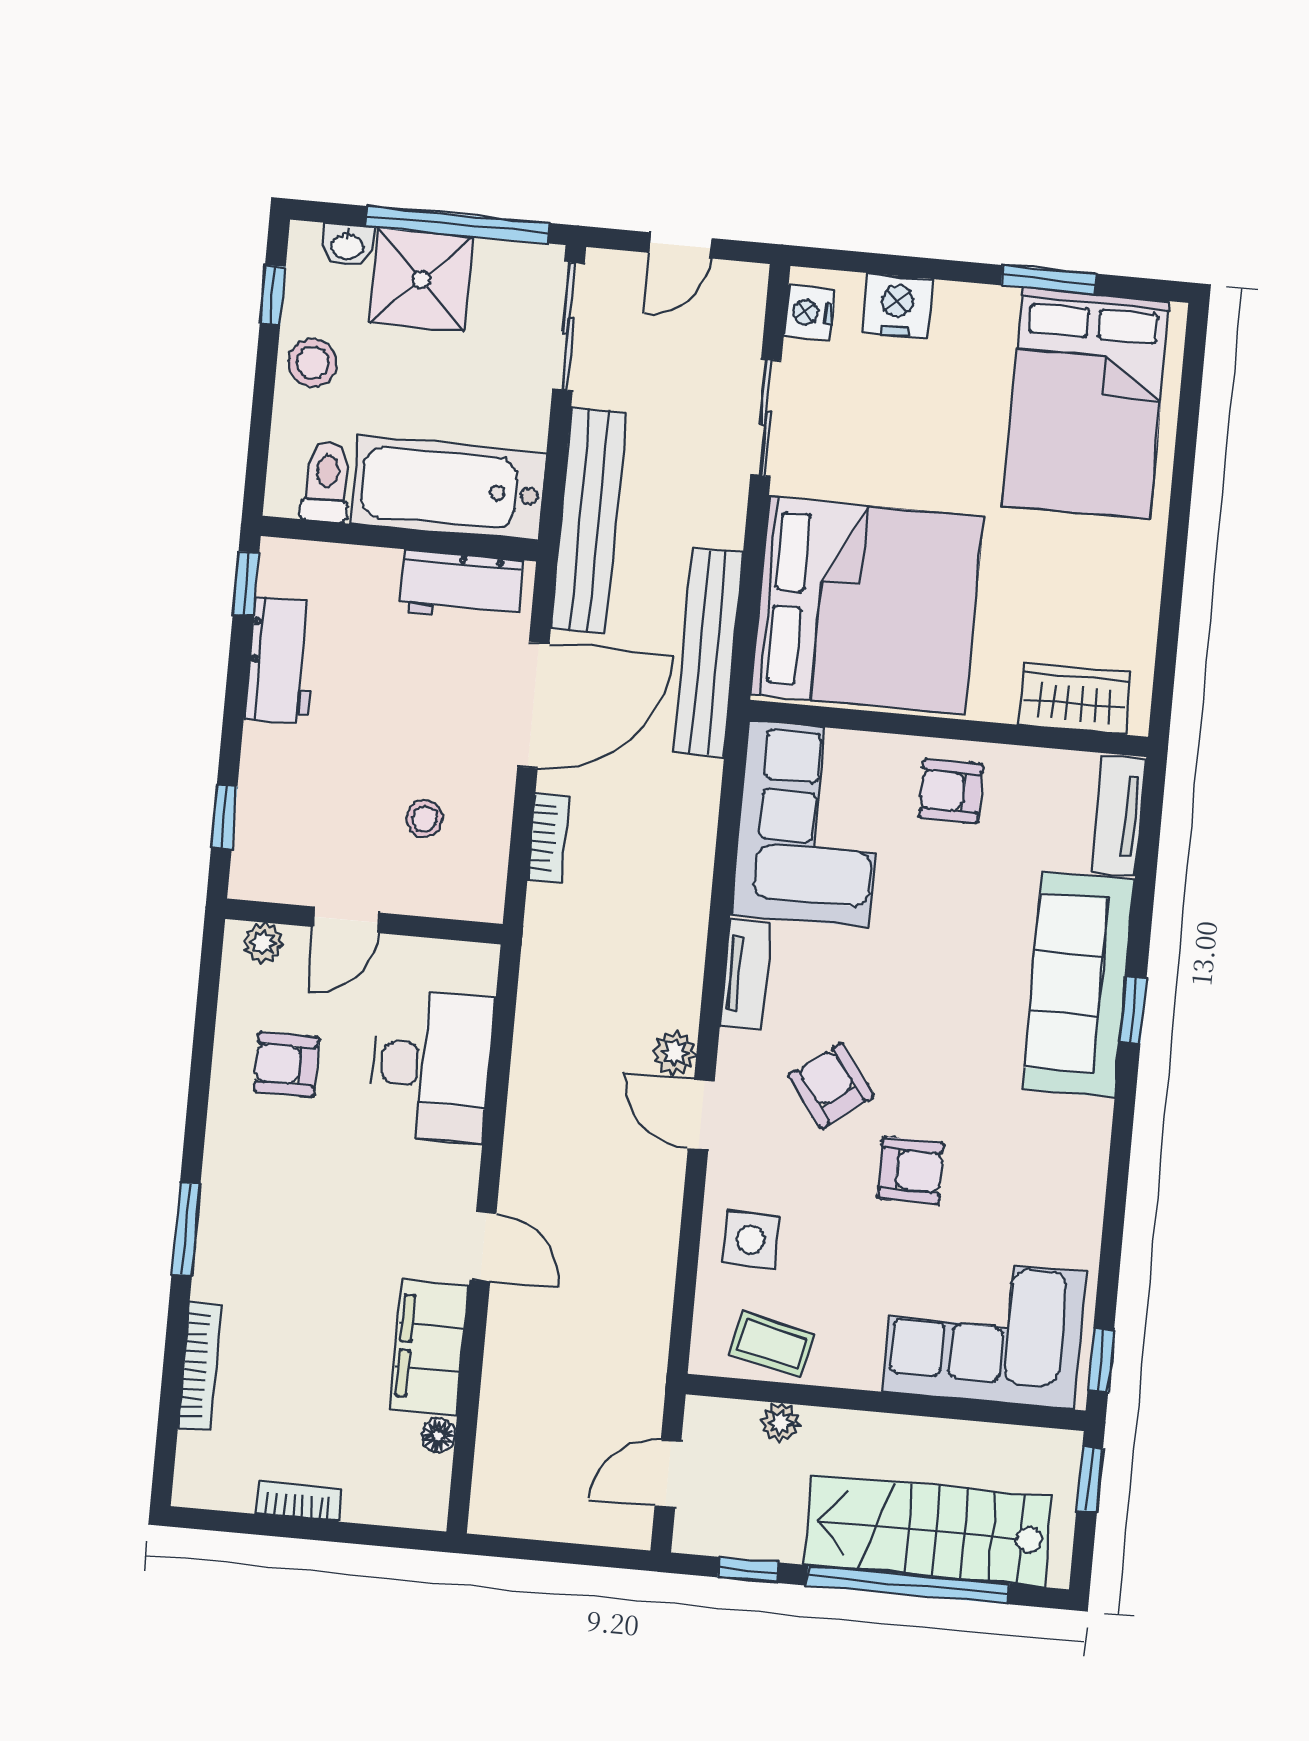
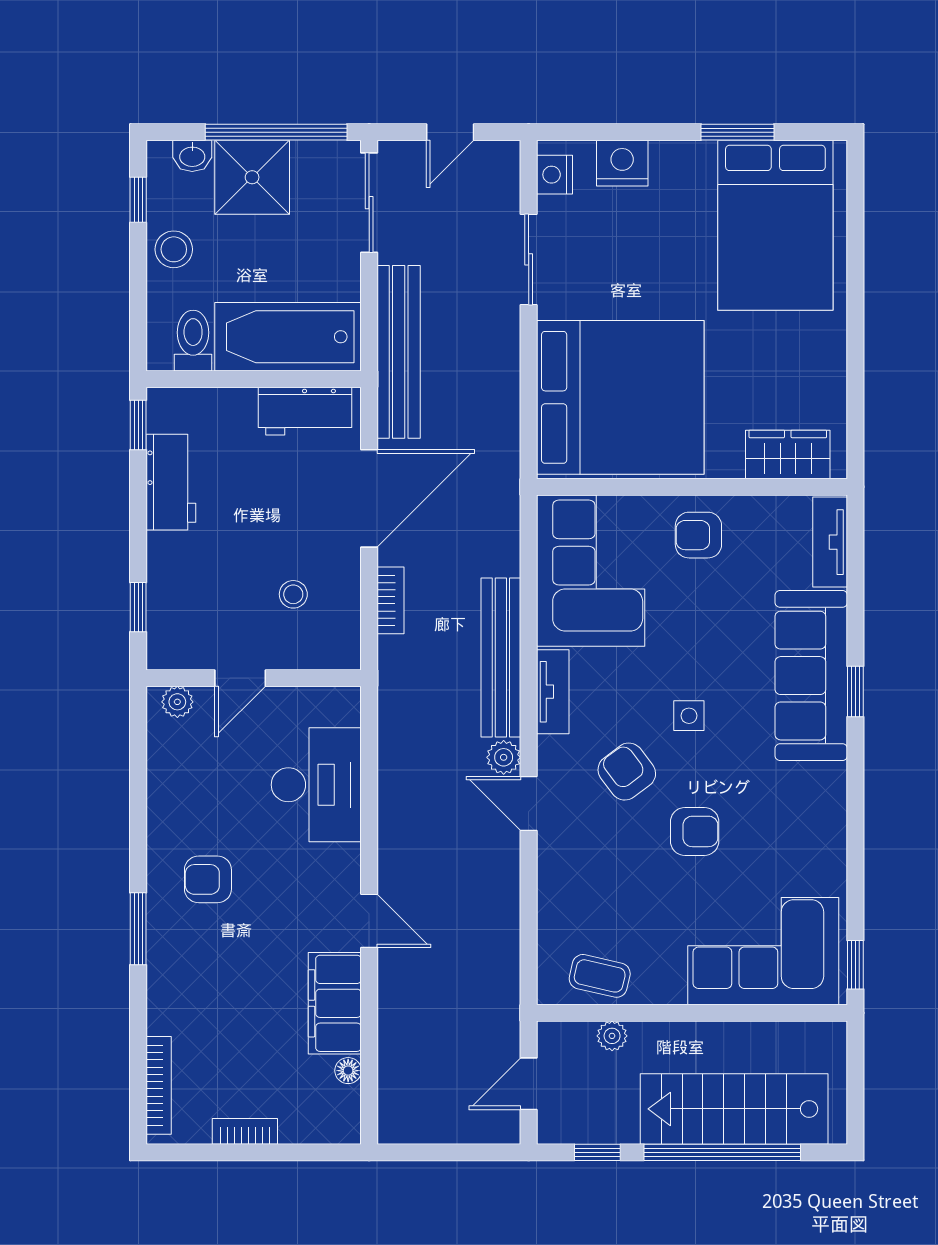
bench: (708, 652) -> (501, 658), moved
armchair: (286, 1064) -> (208, 879), moved
side table: (751, 1240) -> (689, 716), moved, width x0.73, depth x0.73
bookcase: (200, 1366) -> (159, 1085), moved
window: (1090, 1479) -> (855, 1058), removed

